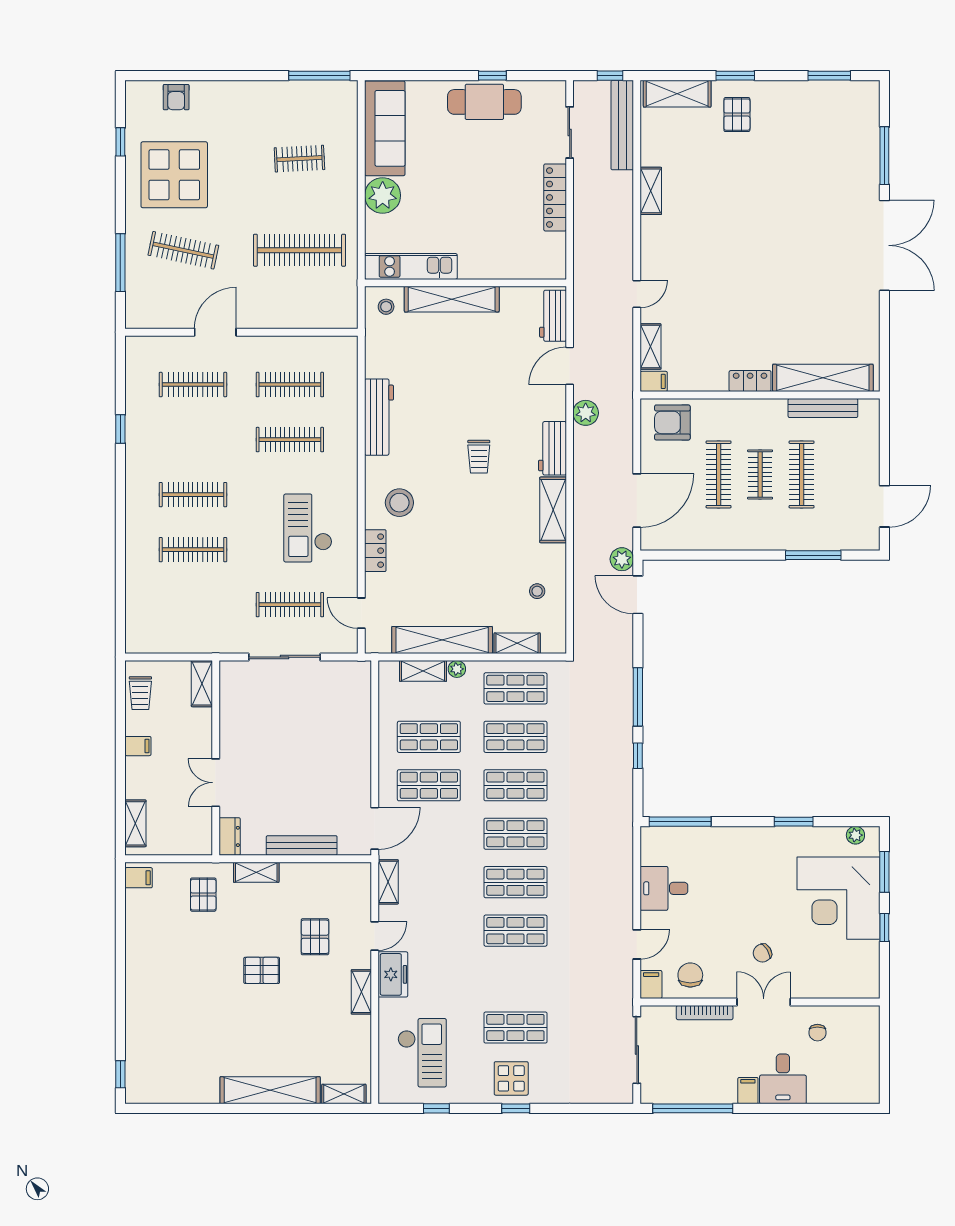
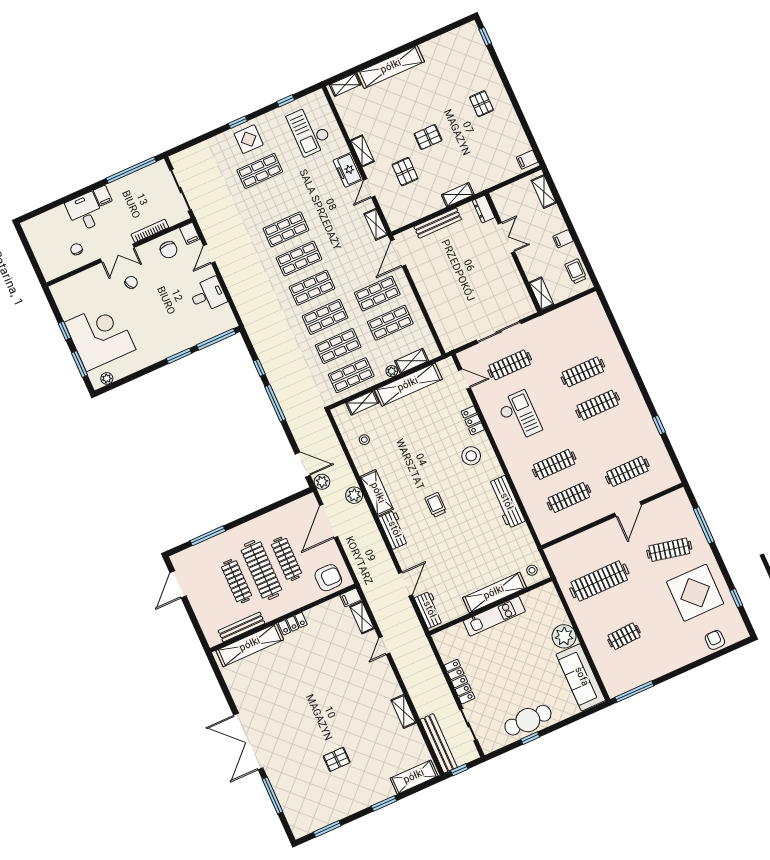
pallet: (737, 115) -> (337, 759), moved, turned 90
kitchen unit: (411, 266) -> (494, 616), moved
plant: (586, 413) -> (354, 495), moved
clothes rail: (760, 474) -> (262, 570), width x1.86, depth x1.31
window: (794, 822) -> (179, 356), moved
pallet: (203, 895) -> (481, 104), moved

